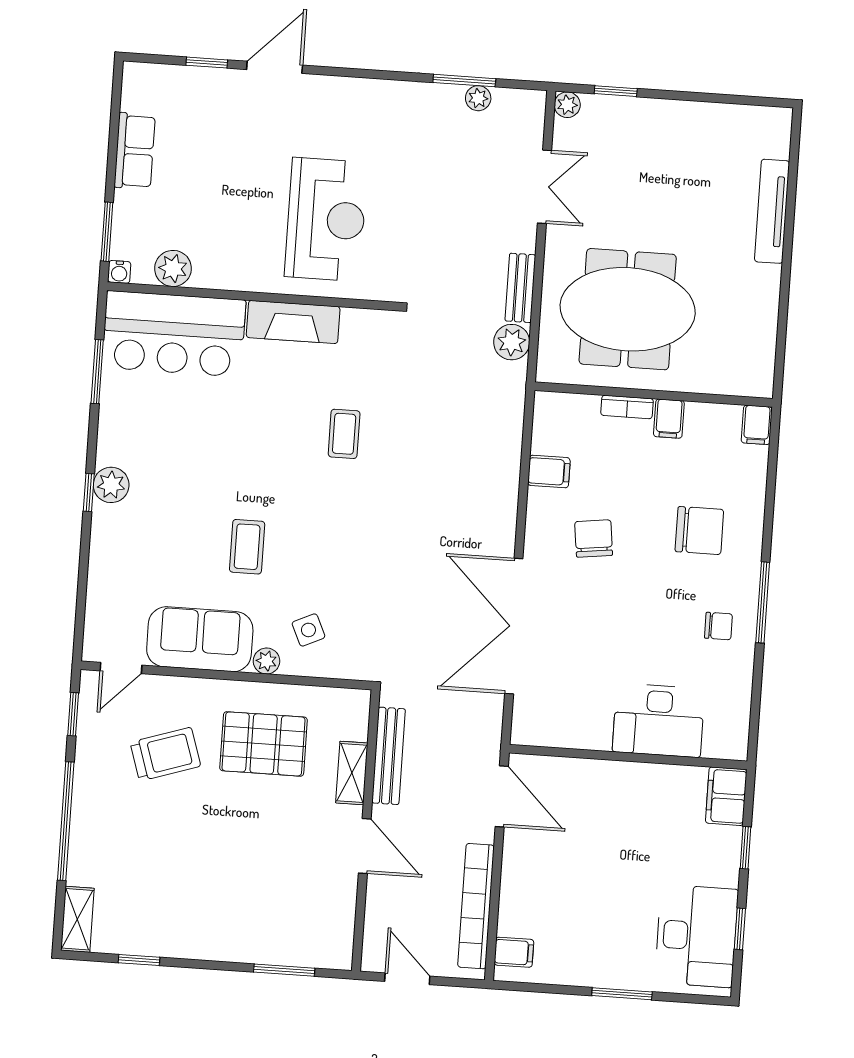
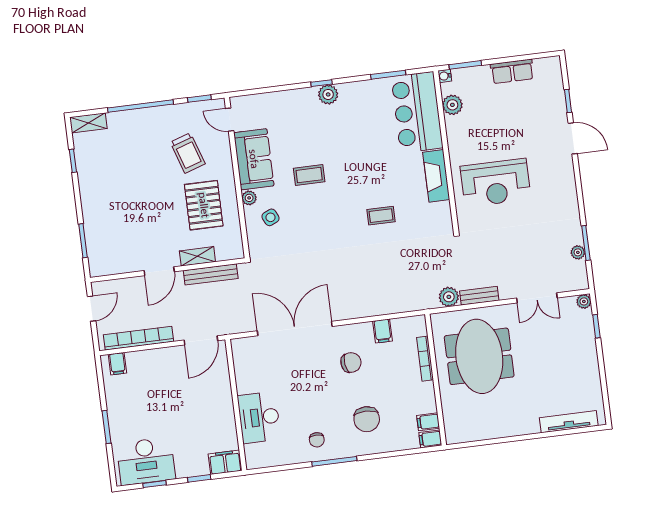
tv unit: (772, 211) -> (569, 422), moved
bookcase: (627, 407) -> (425, 359), width x1.56
filing cabinet: (669, 419) -> (428, 422), moved

